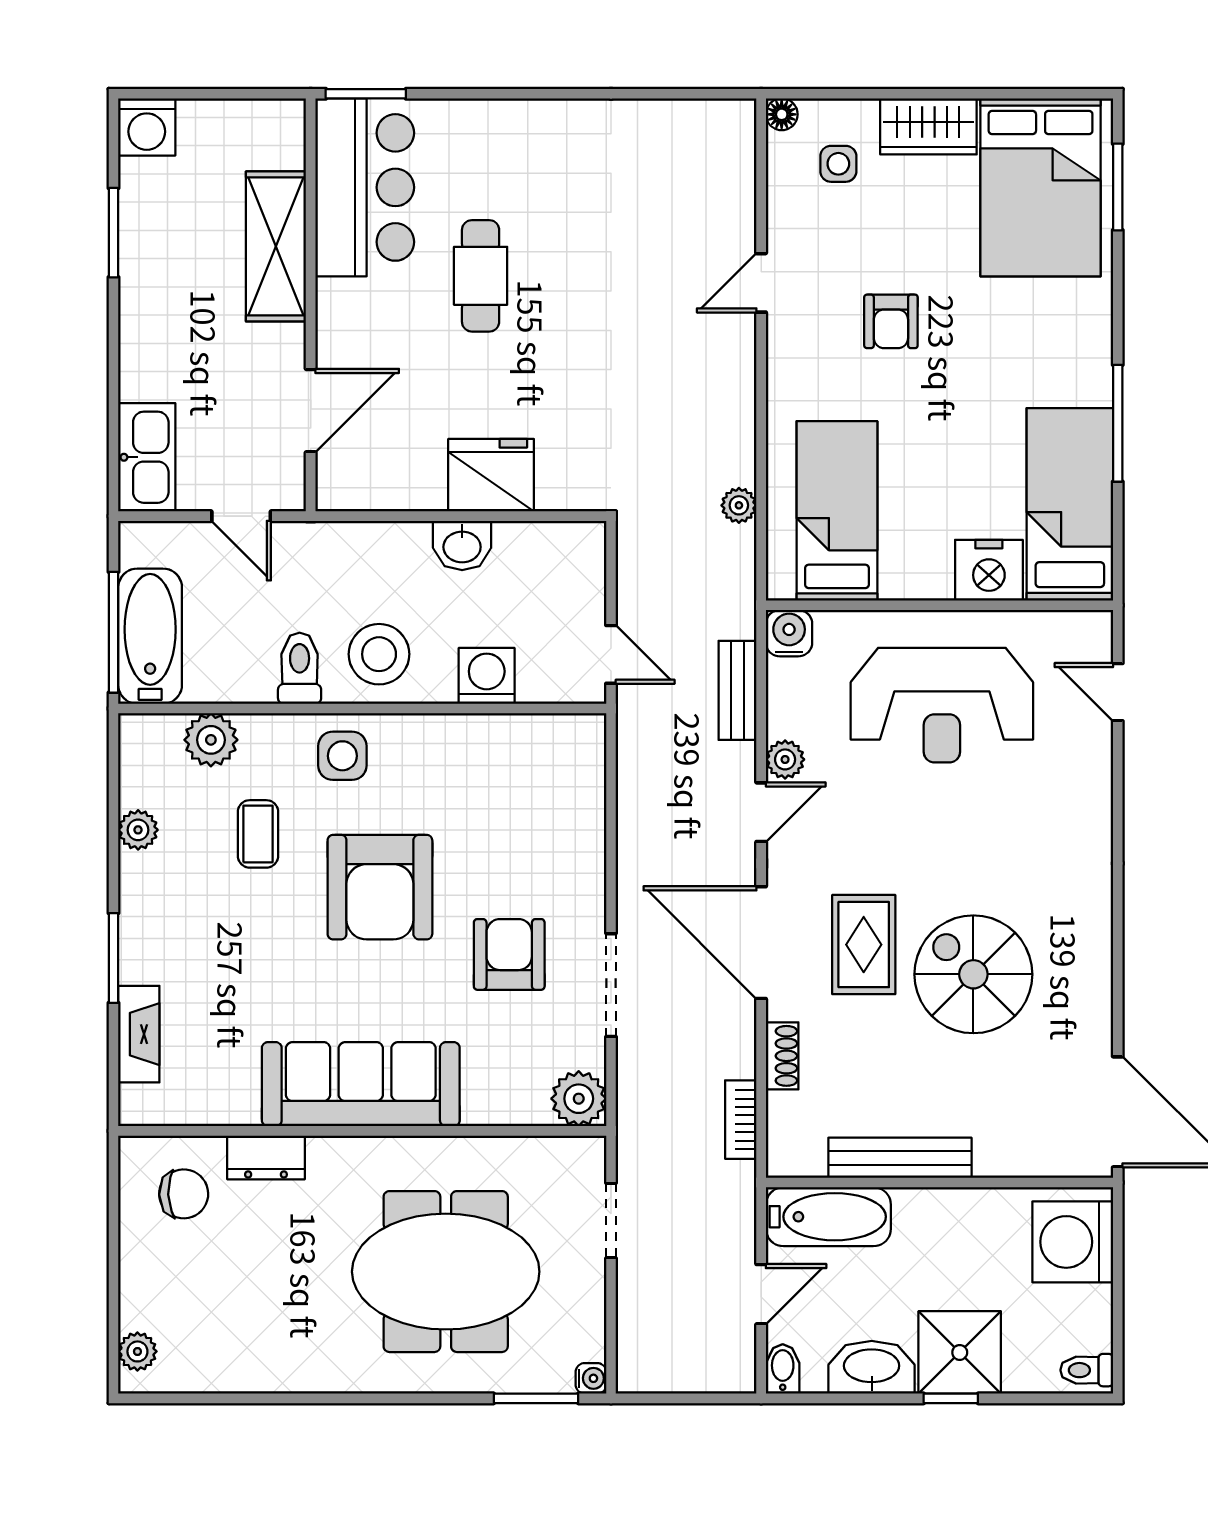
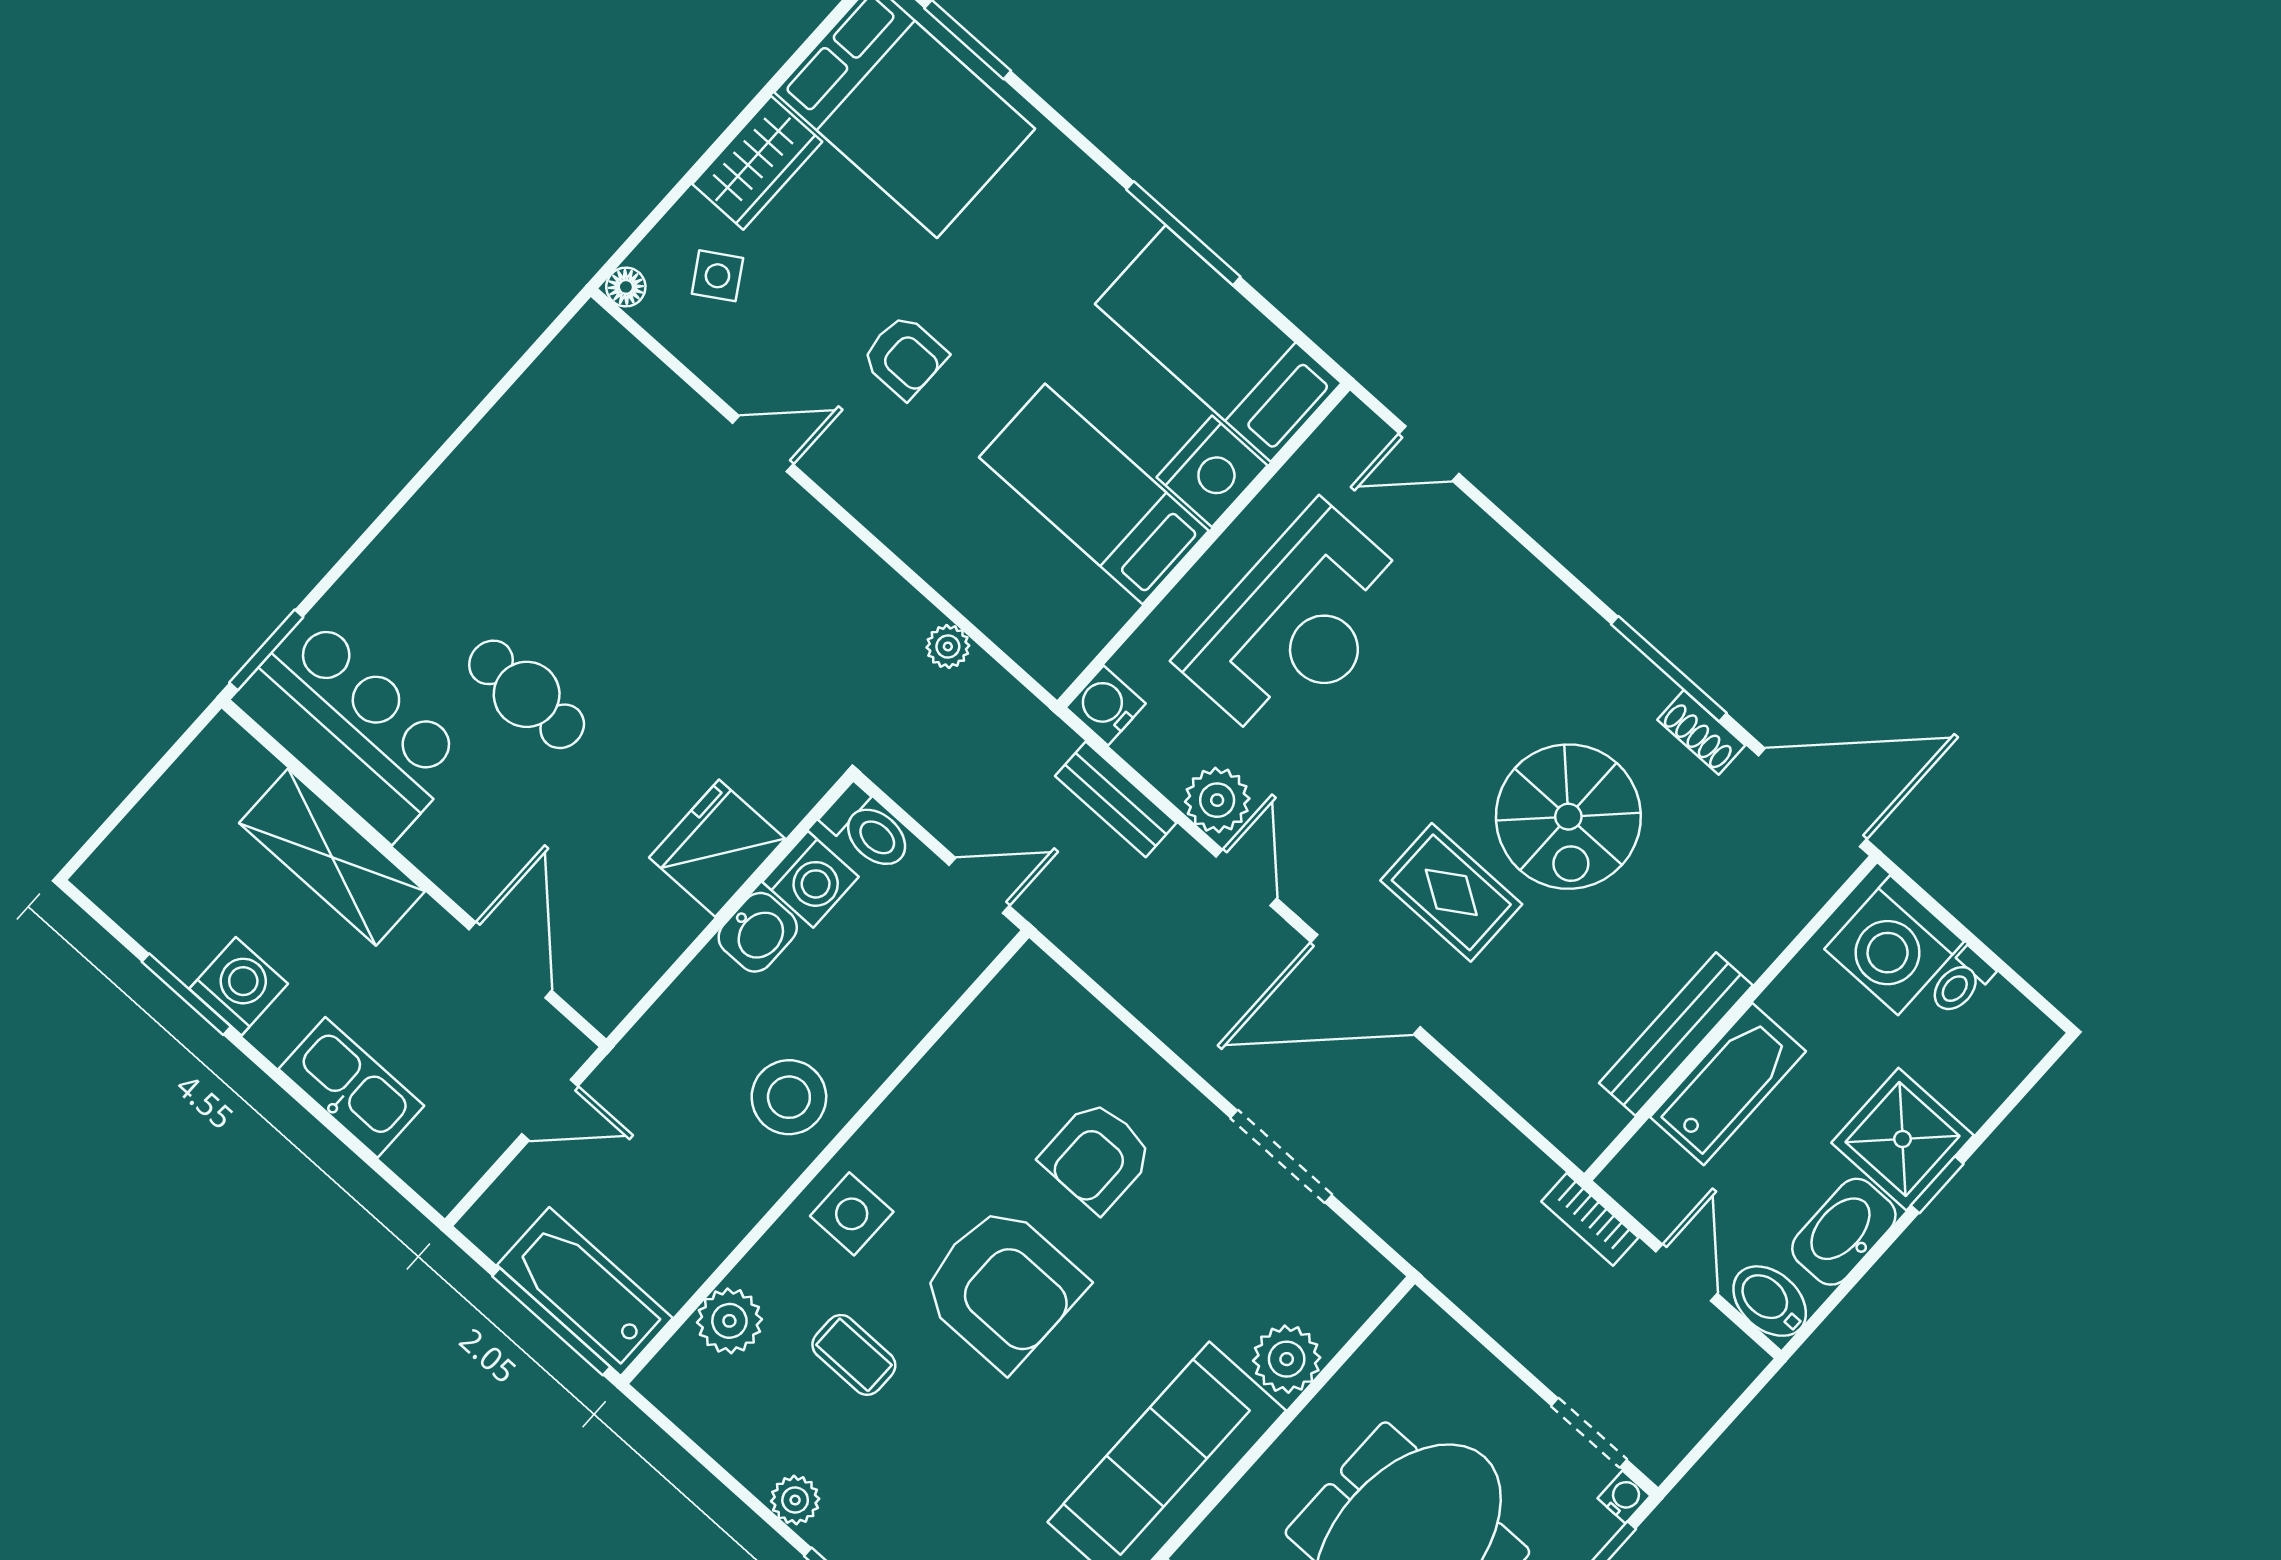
washing machine: (147, 127) -> (239, 986), moved, turned -90
side table: (838, 164) -> (717, 276), turned -32
door: (761, 283) -> (763, 444), swing flipped
kitchen sink: (147, 457) -> (351, 1087), moved
bed: (837, 511) -> (1094, 494), moved
toilet: (300, 668) -> (868, 829), moved, turned 180
washing machine: (487, 676) -> (811, 879), moved, turned 180
plant: (785, 759) -> (1217, 800), width x1.38, depth x1.38
plant: (138, 830) -> (795, 1500), moved
armchair: (509, 954) -> (1097, 1156), moved, turned -90
window: (1118, 955) -> (1669, 669), added
spiral stairs: (973, 974) -> (1568, 817), turned -90
shoe rack: (782, 1056) -> (1701, 732), moved, turned 180
plant: (579, 1099) -> (1287, 1359), moved
bookcase: (741, 1120) -> (1590, 1219), moved
bathtub: (828, 1217) -> (1728, 1084), moved
doorway: (611, 1221) -> (1589, 1433), moved
bidet: (783, 1369) -> (1770, 1301), width x1.38, depth x1.36
toilet: (1087, 1370) -> (1961, 982), moved

